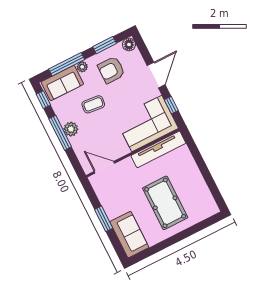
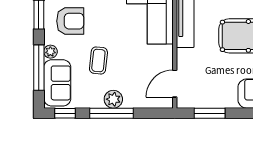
armchair: (111, 70) -> (70, 21), turned -90
window: (104, 219) -> (210, 113), moved

